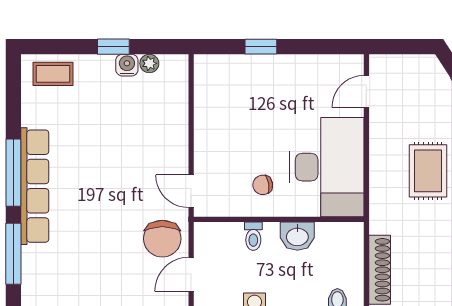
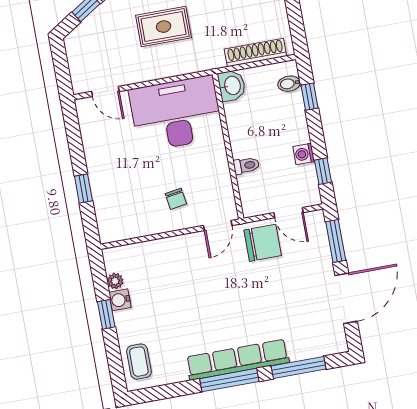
chair: (263, 185) -> (176, 199), moved
washbasin: (297, 236) -> (232, 86), moved

